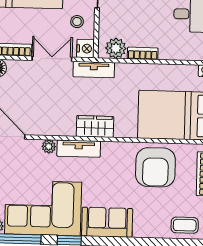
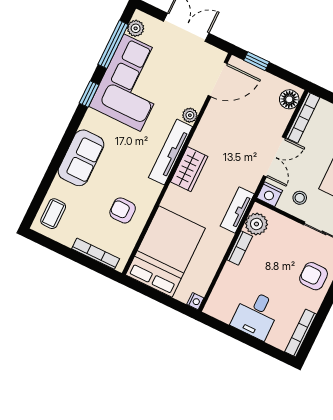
tv unit: (94, 70) -> (237, 210), moved
tv unit: (79, 149) -> (171, 152), width x1.41
armchair: (155, 167) -> (123, 210), width x0.53, depth x0.53
sofa: (107, 222) -> (81, 158), moved

